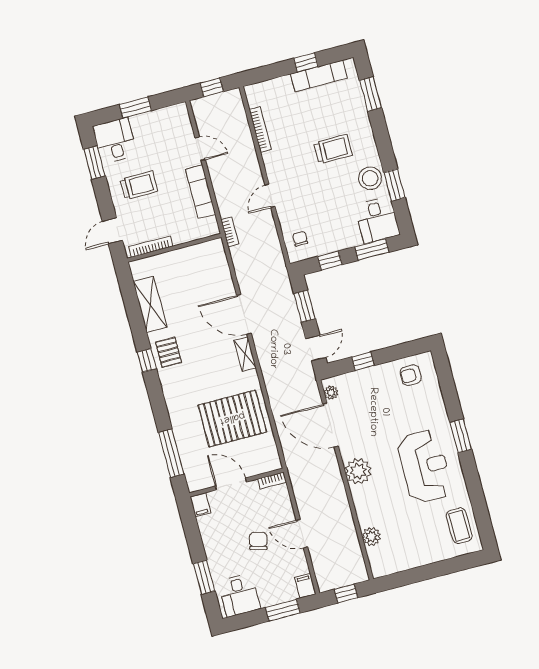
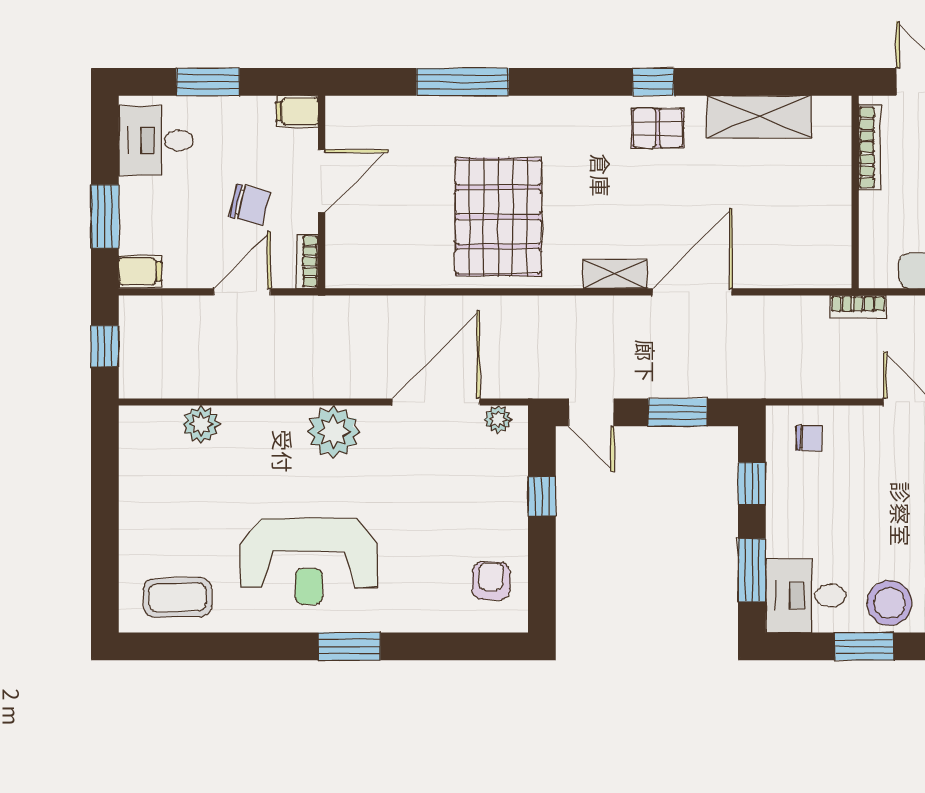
bookcase: (272, 481) -> (307, 262), moved
wall: (236, 483) -> (322, 192), moved
door: (231, 484) -> (322, 181), moved
filing cabinet: (200, 505) -> (297, 111), moved

